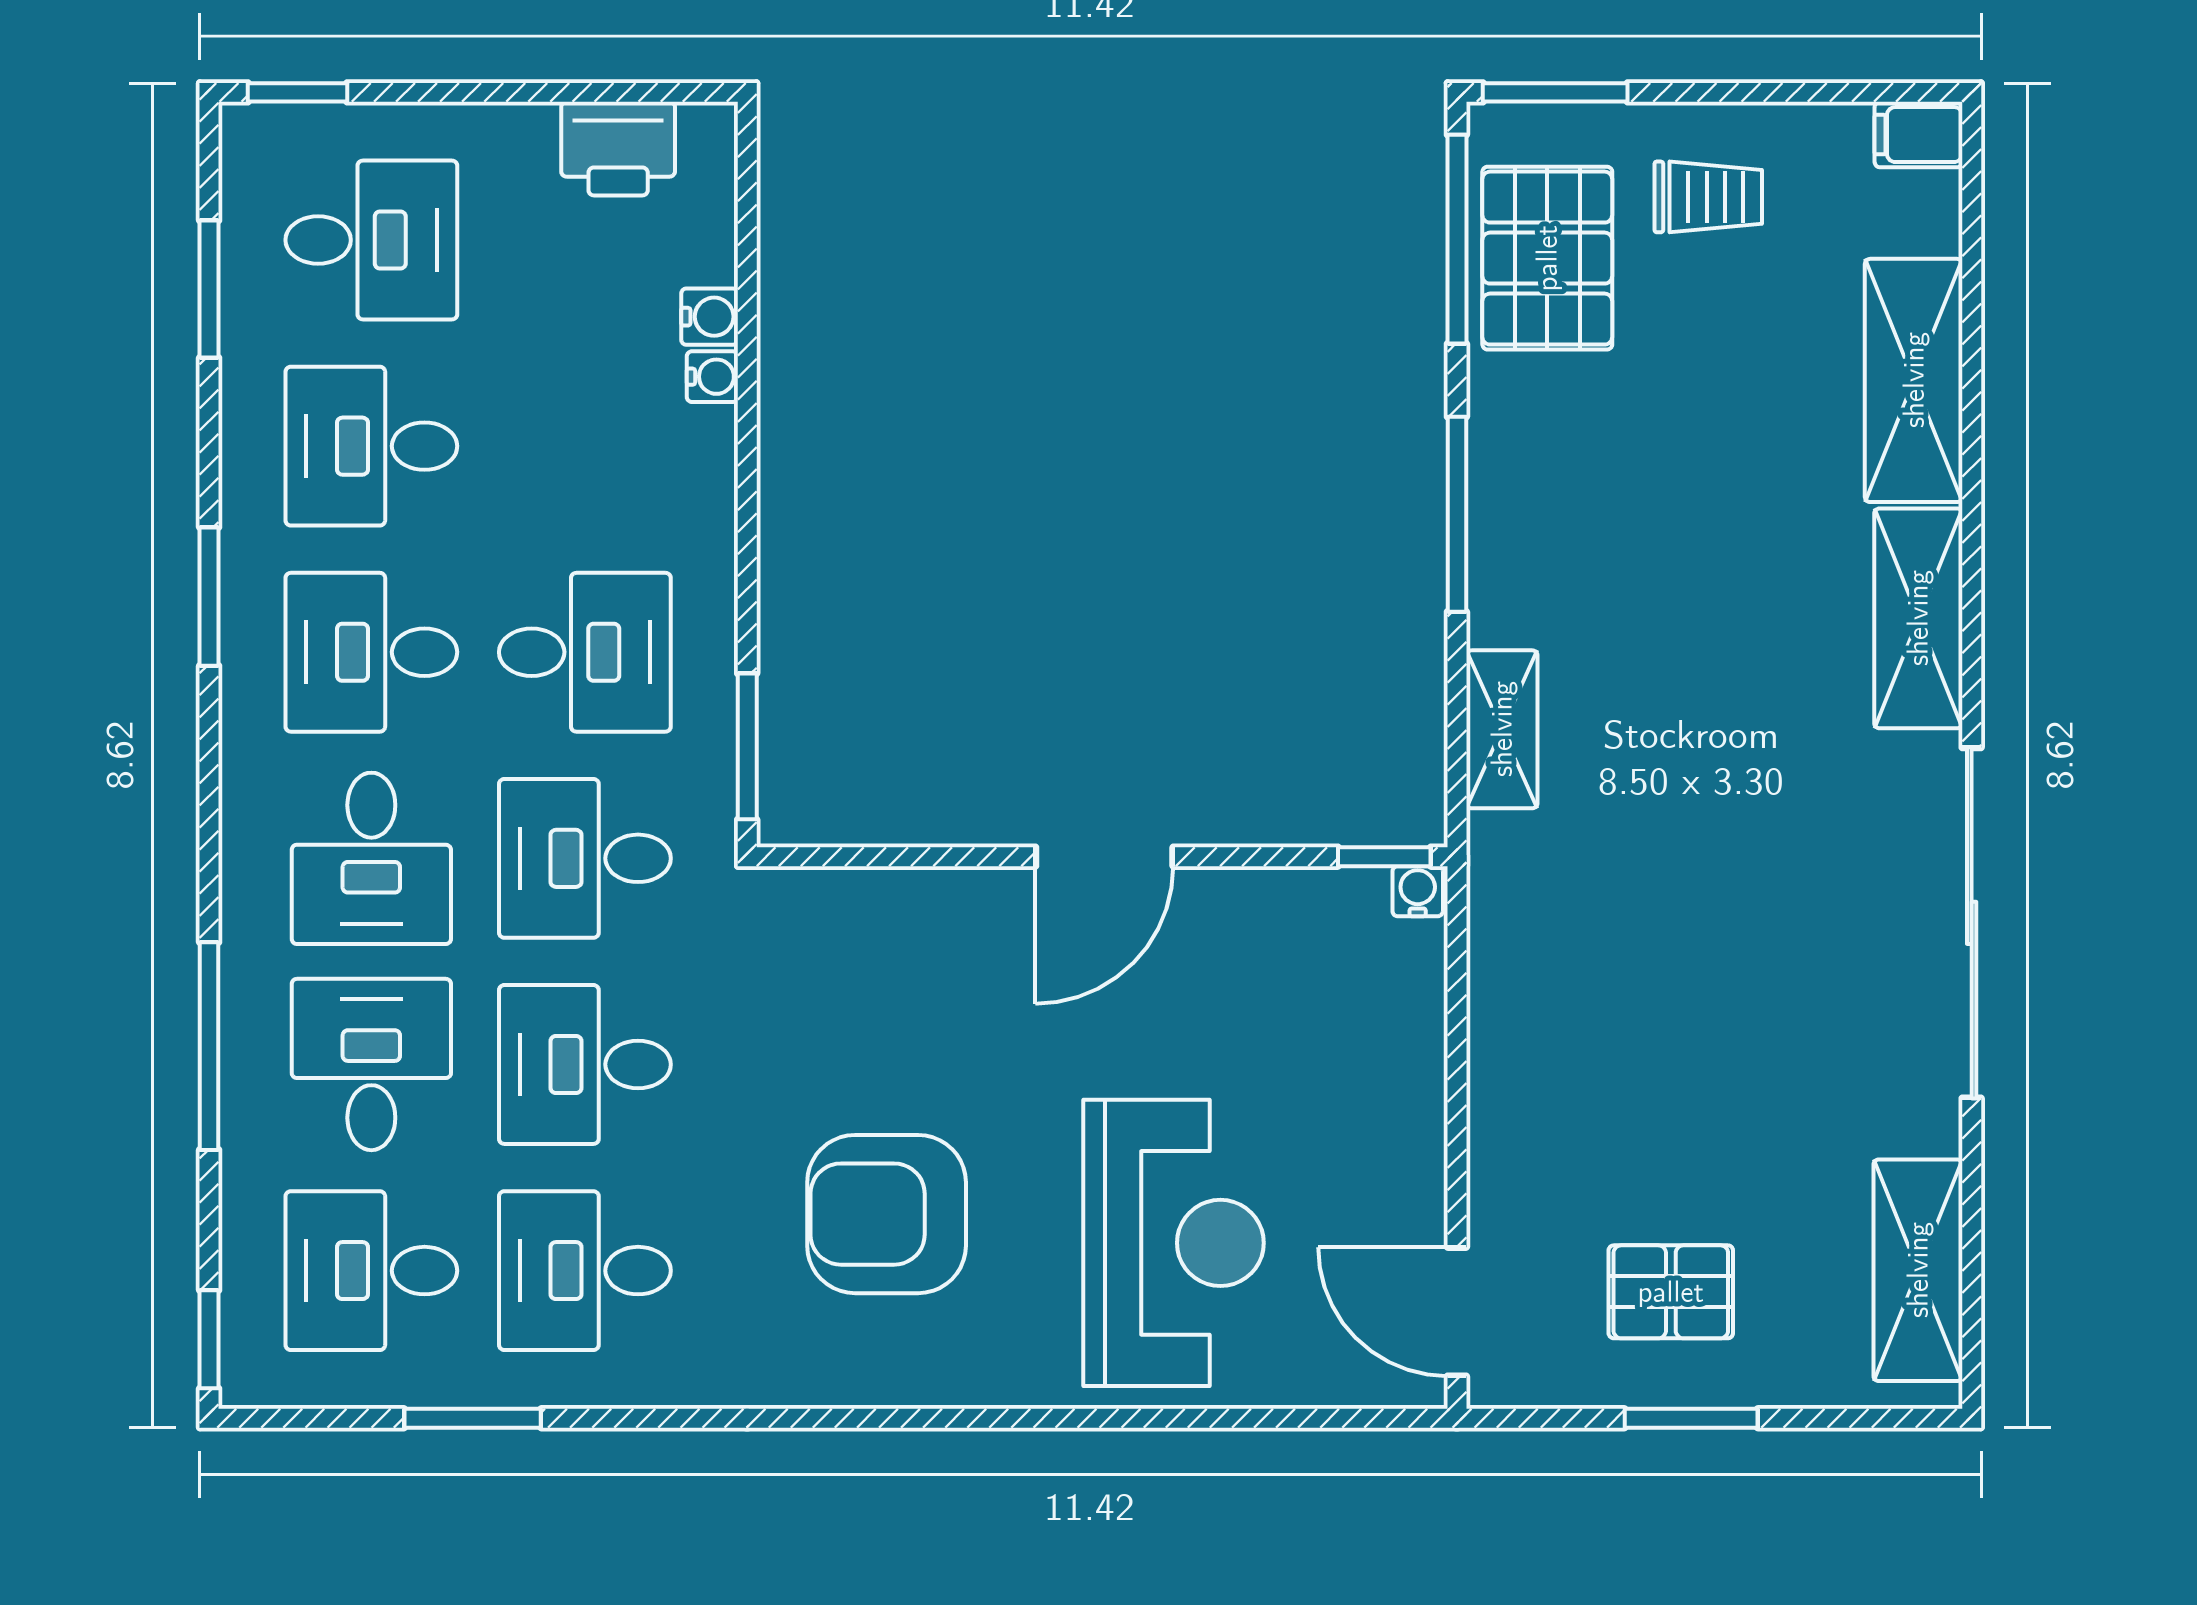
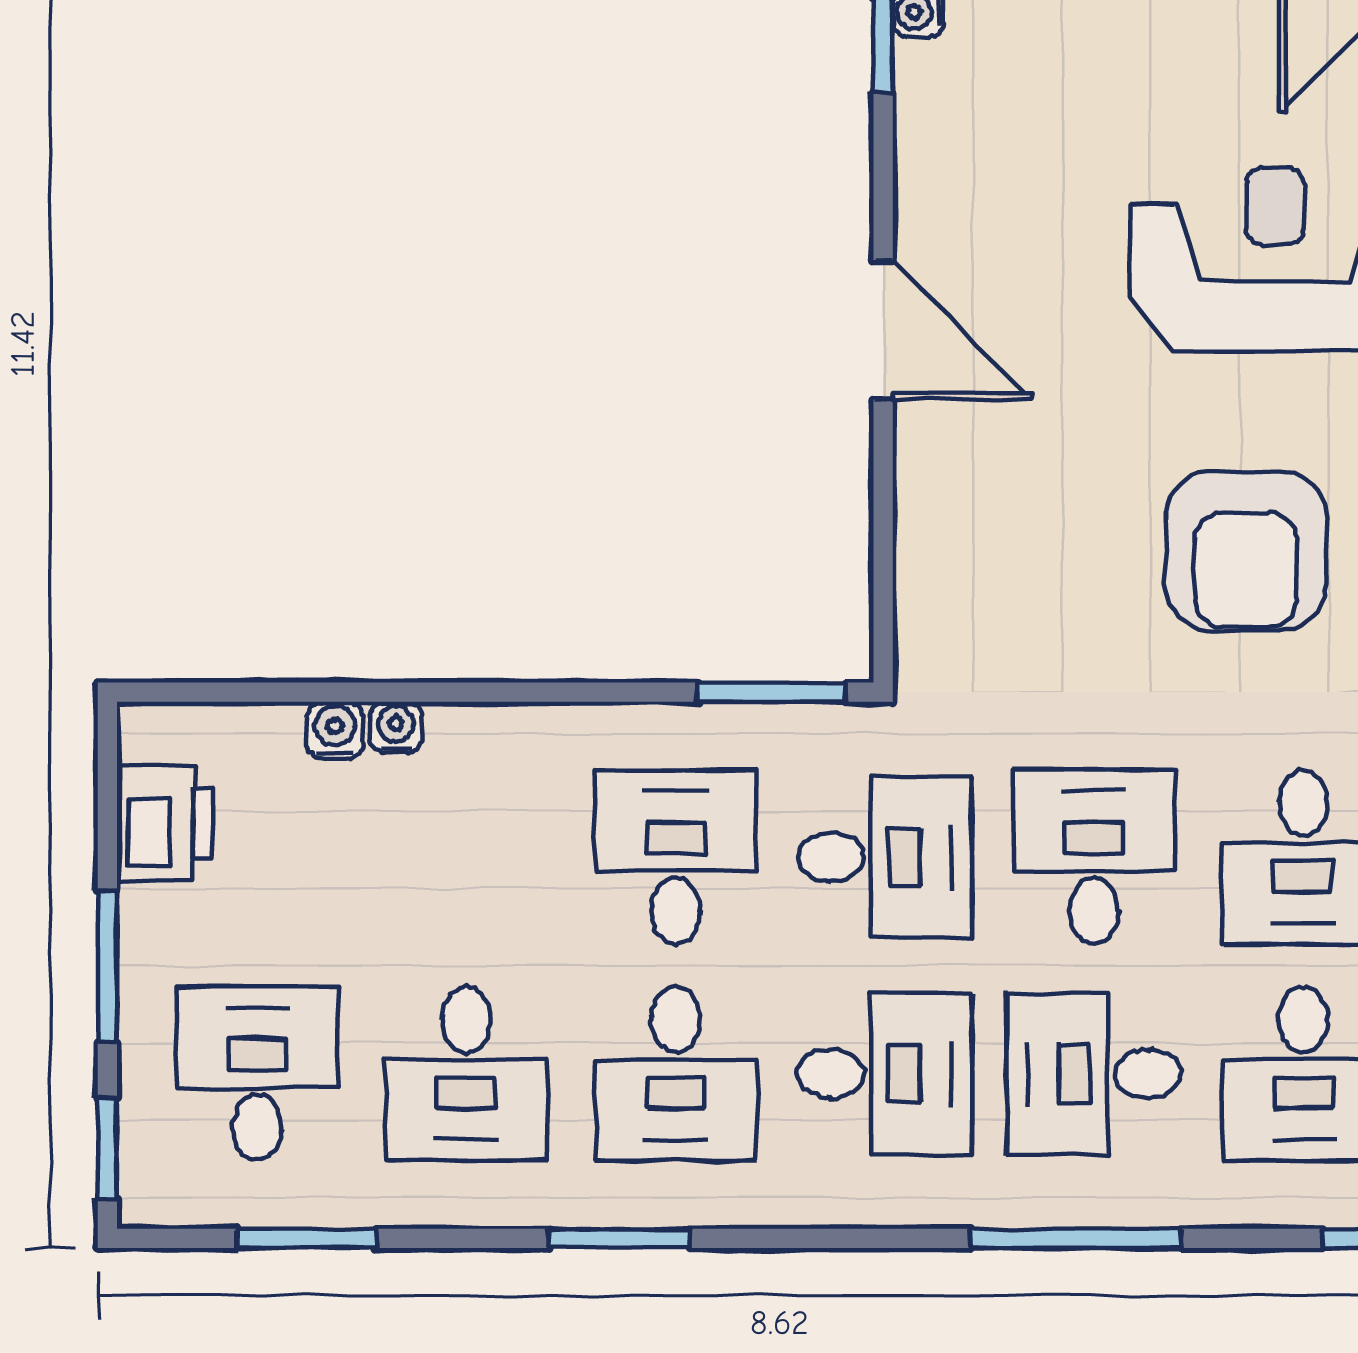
window: (477, 92) -> (107, 966), added
desk: (585, 858) -> (885, 857), turned -90
desk: (585, 1064) -> (1094, 857), turned 180

